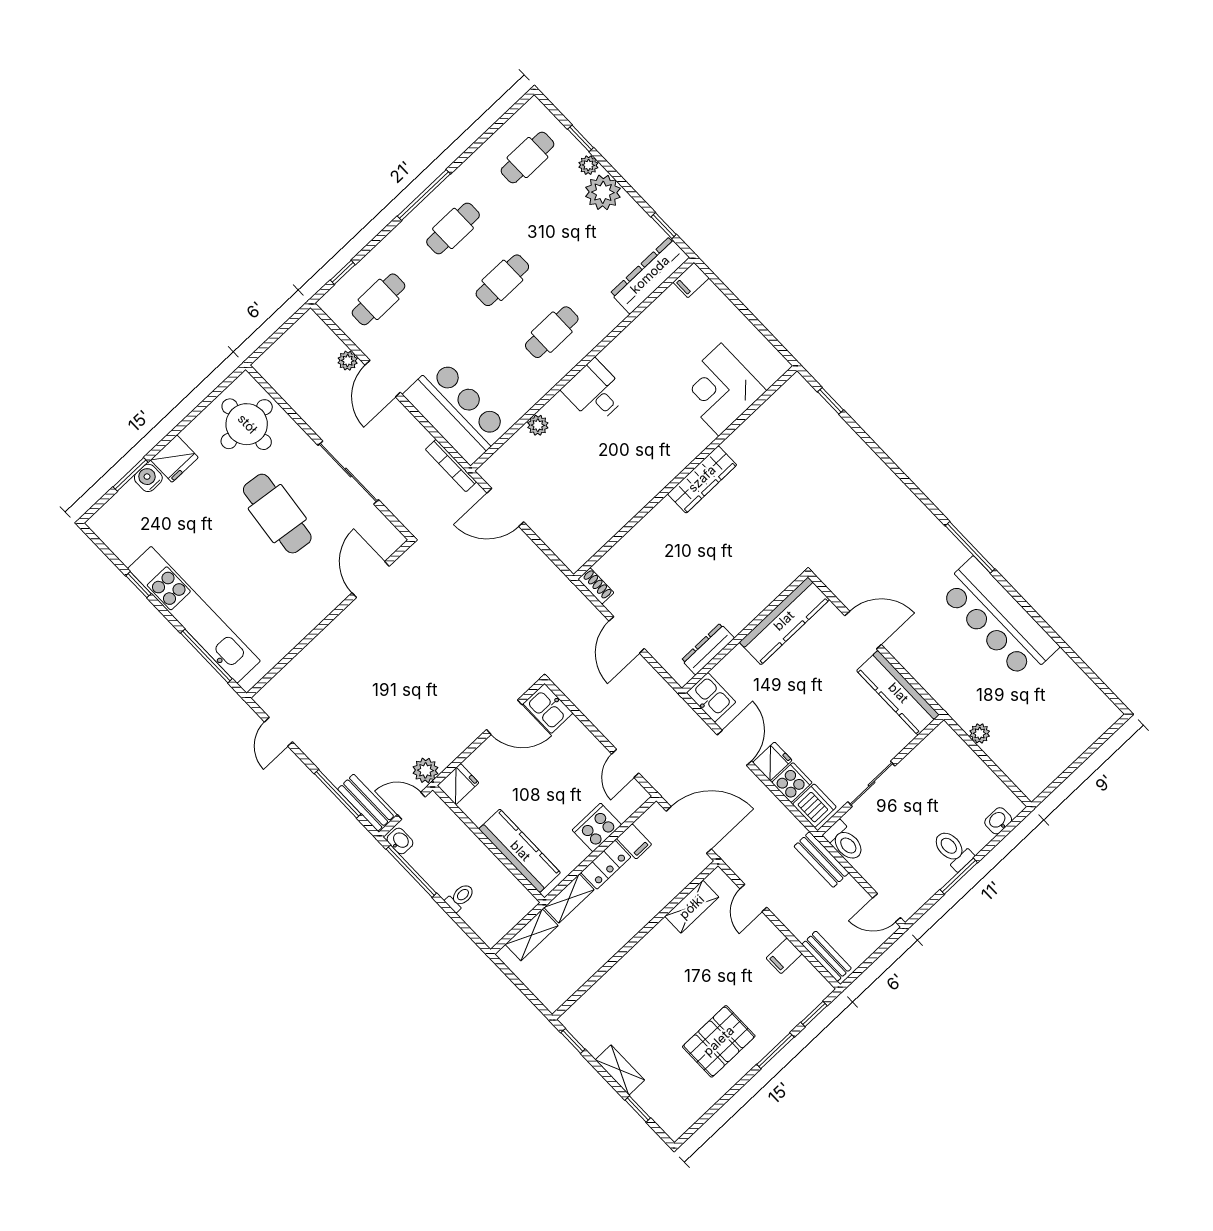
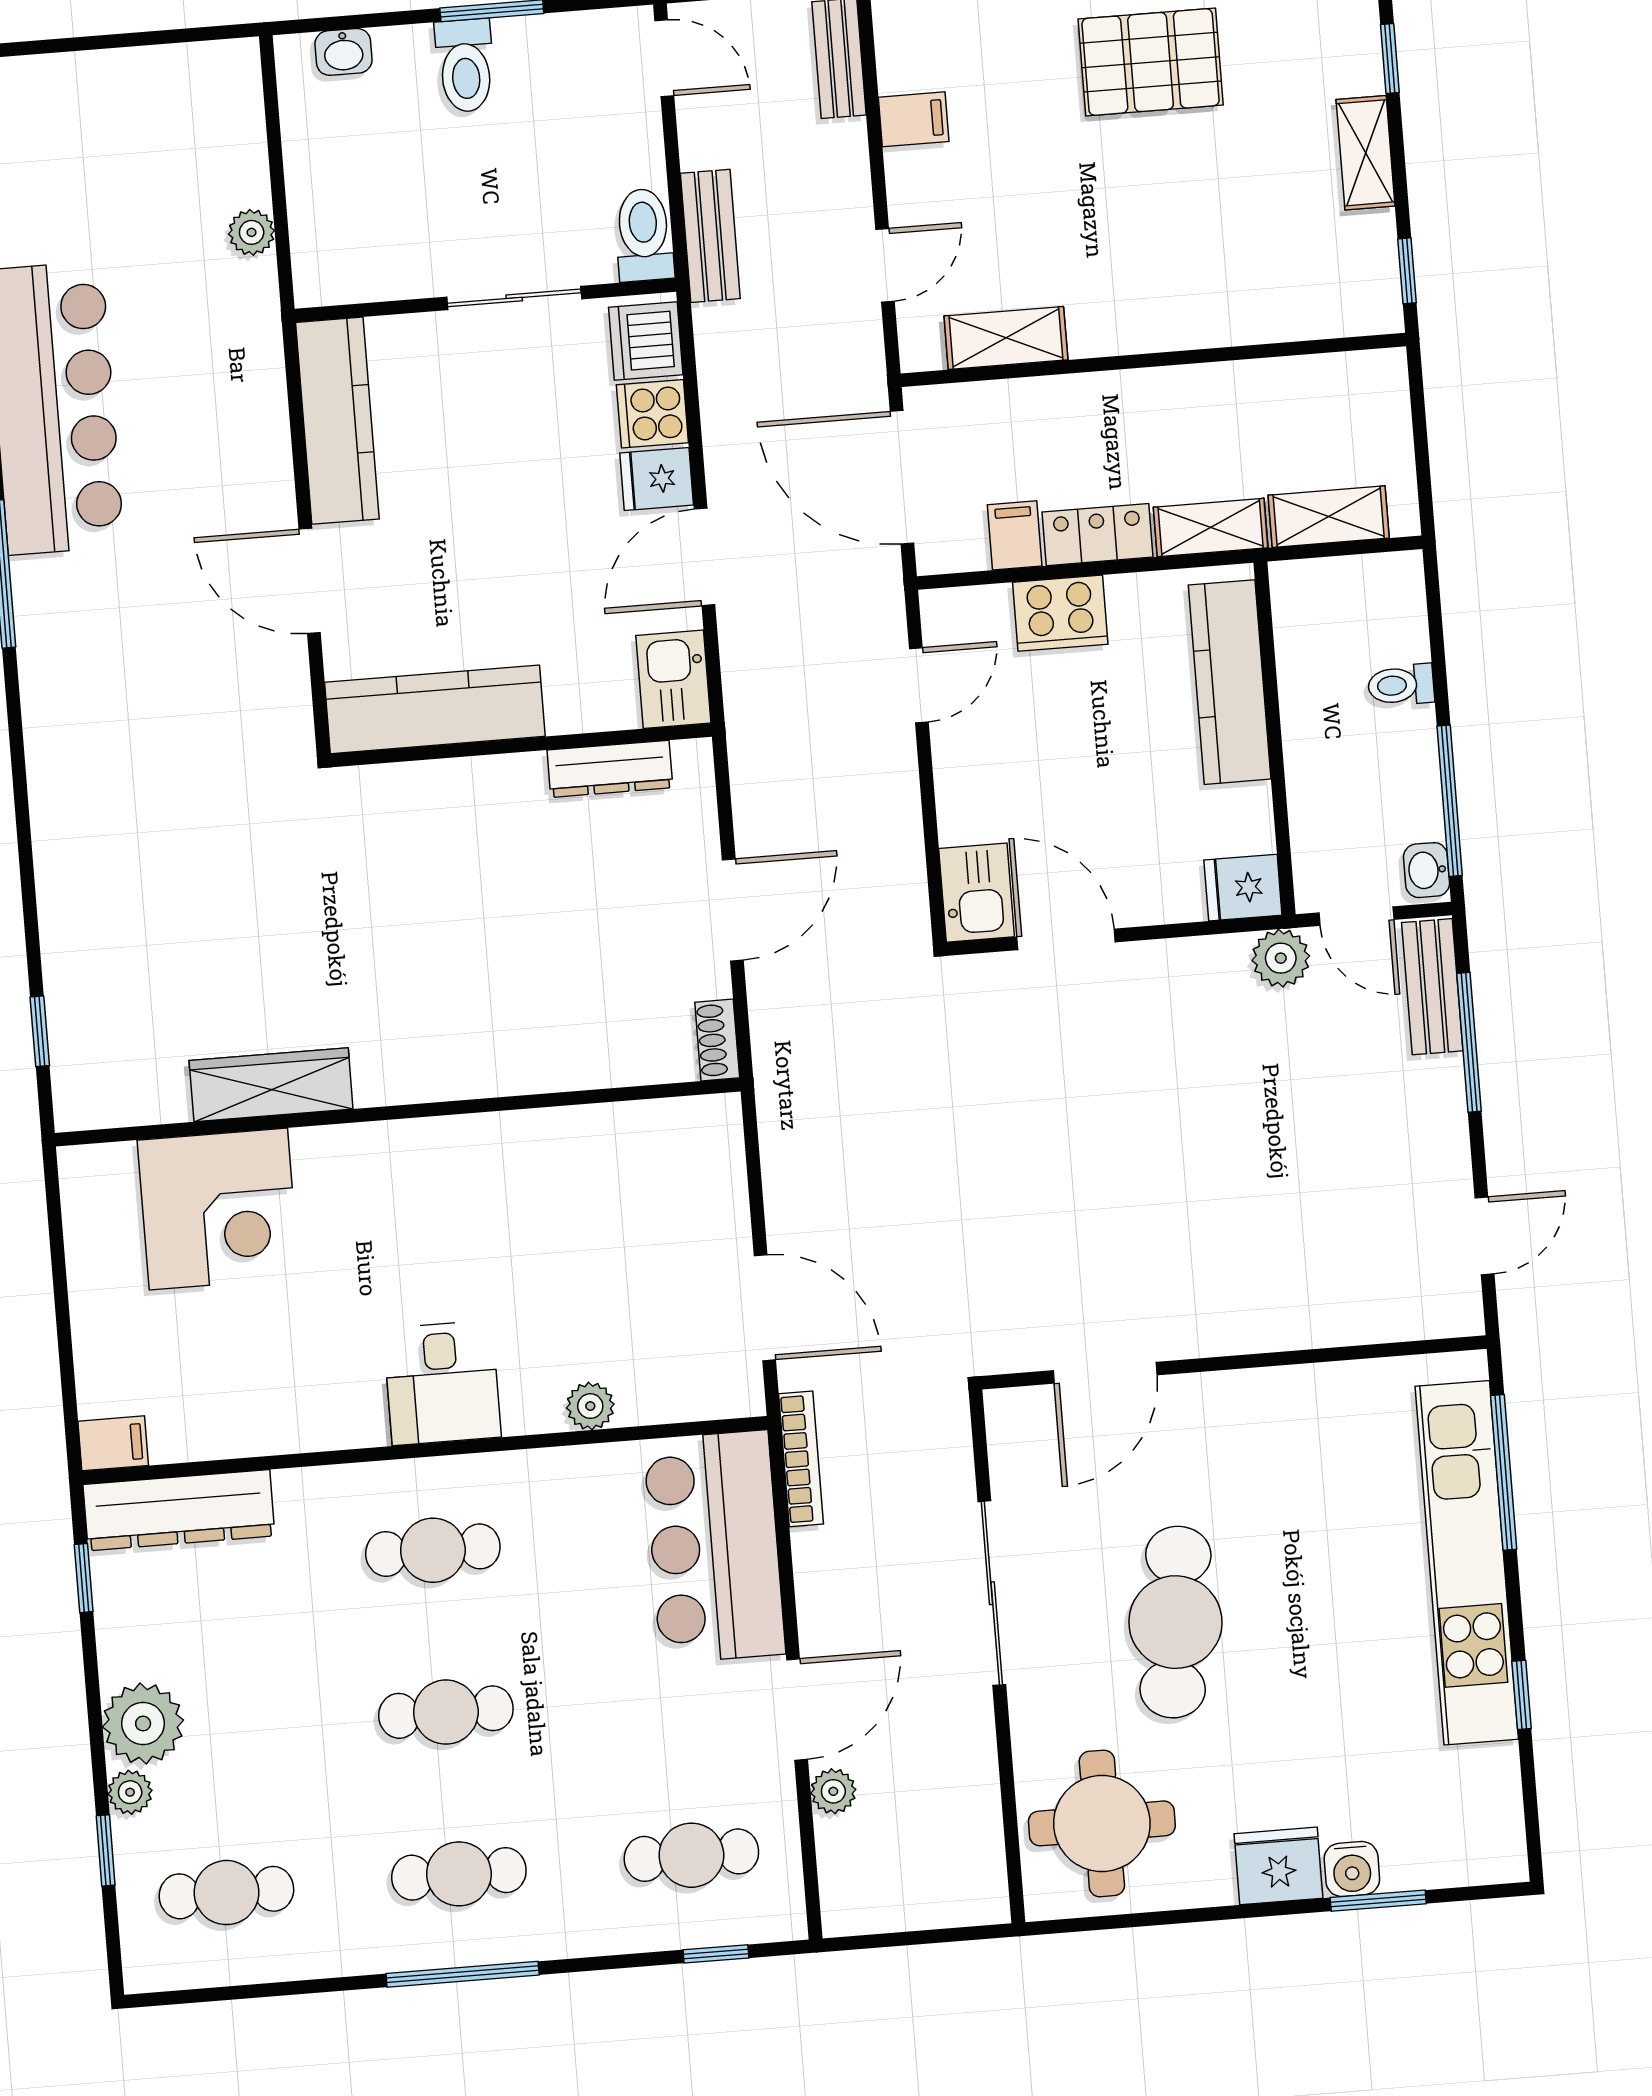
wardrobe: (702, 479) -> (271, 1085), moved

